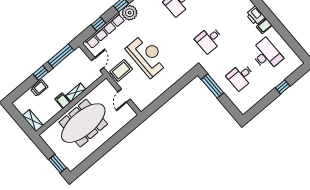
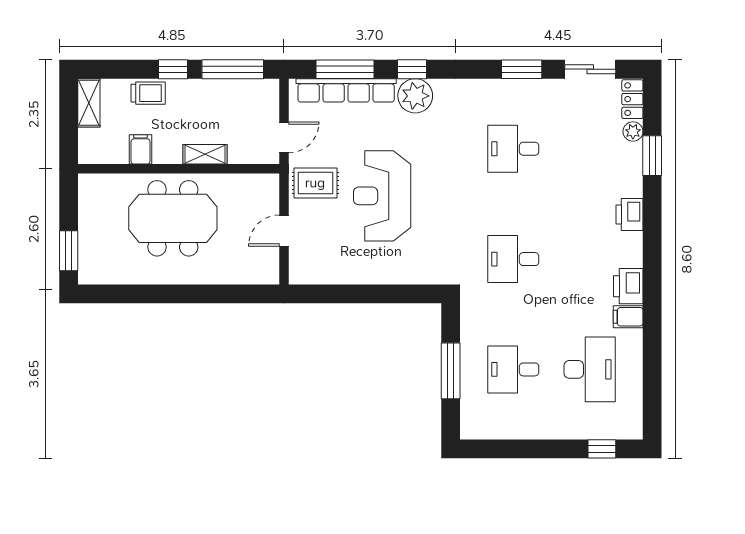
window: (98, 24) -> (345, 69), width x2.17
reception desk: (147, 56) -> (382, 196), turned 180
window: (213, 86) -> (451, 371), moved
window: (283, 87) -> (602, 449), moved
filing cabinet: (63, 101) -> (140, 149), moved
shelving: (33, 121) -> (89, 103), moved
meeting table: (83, 123) -> (173, 218), width x0.73

